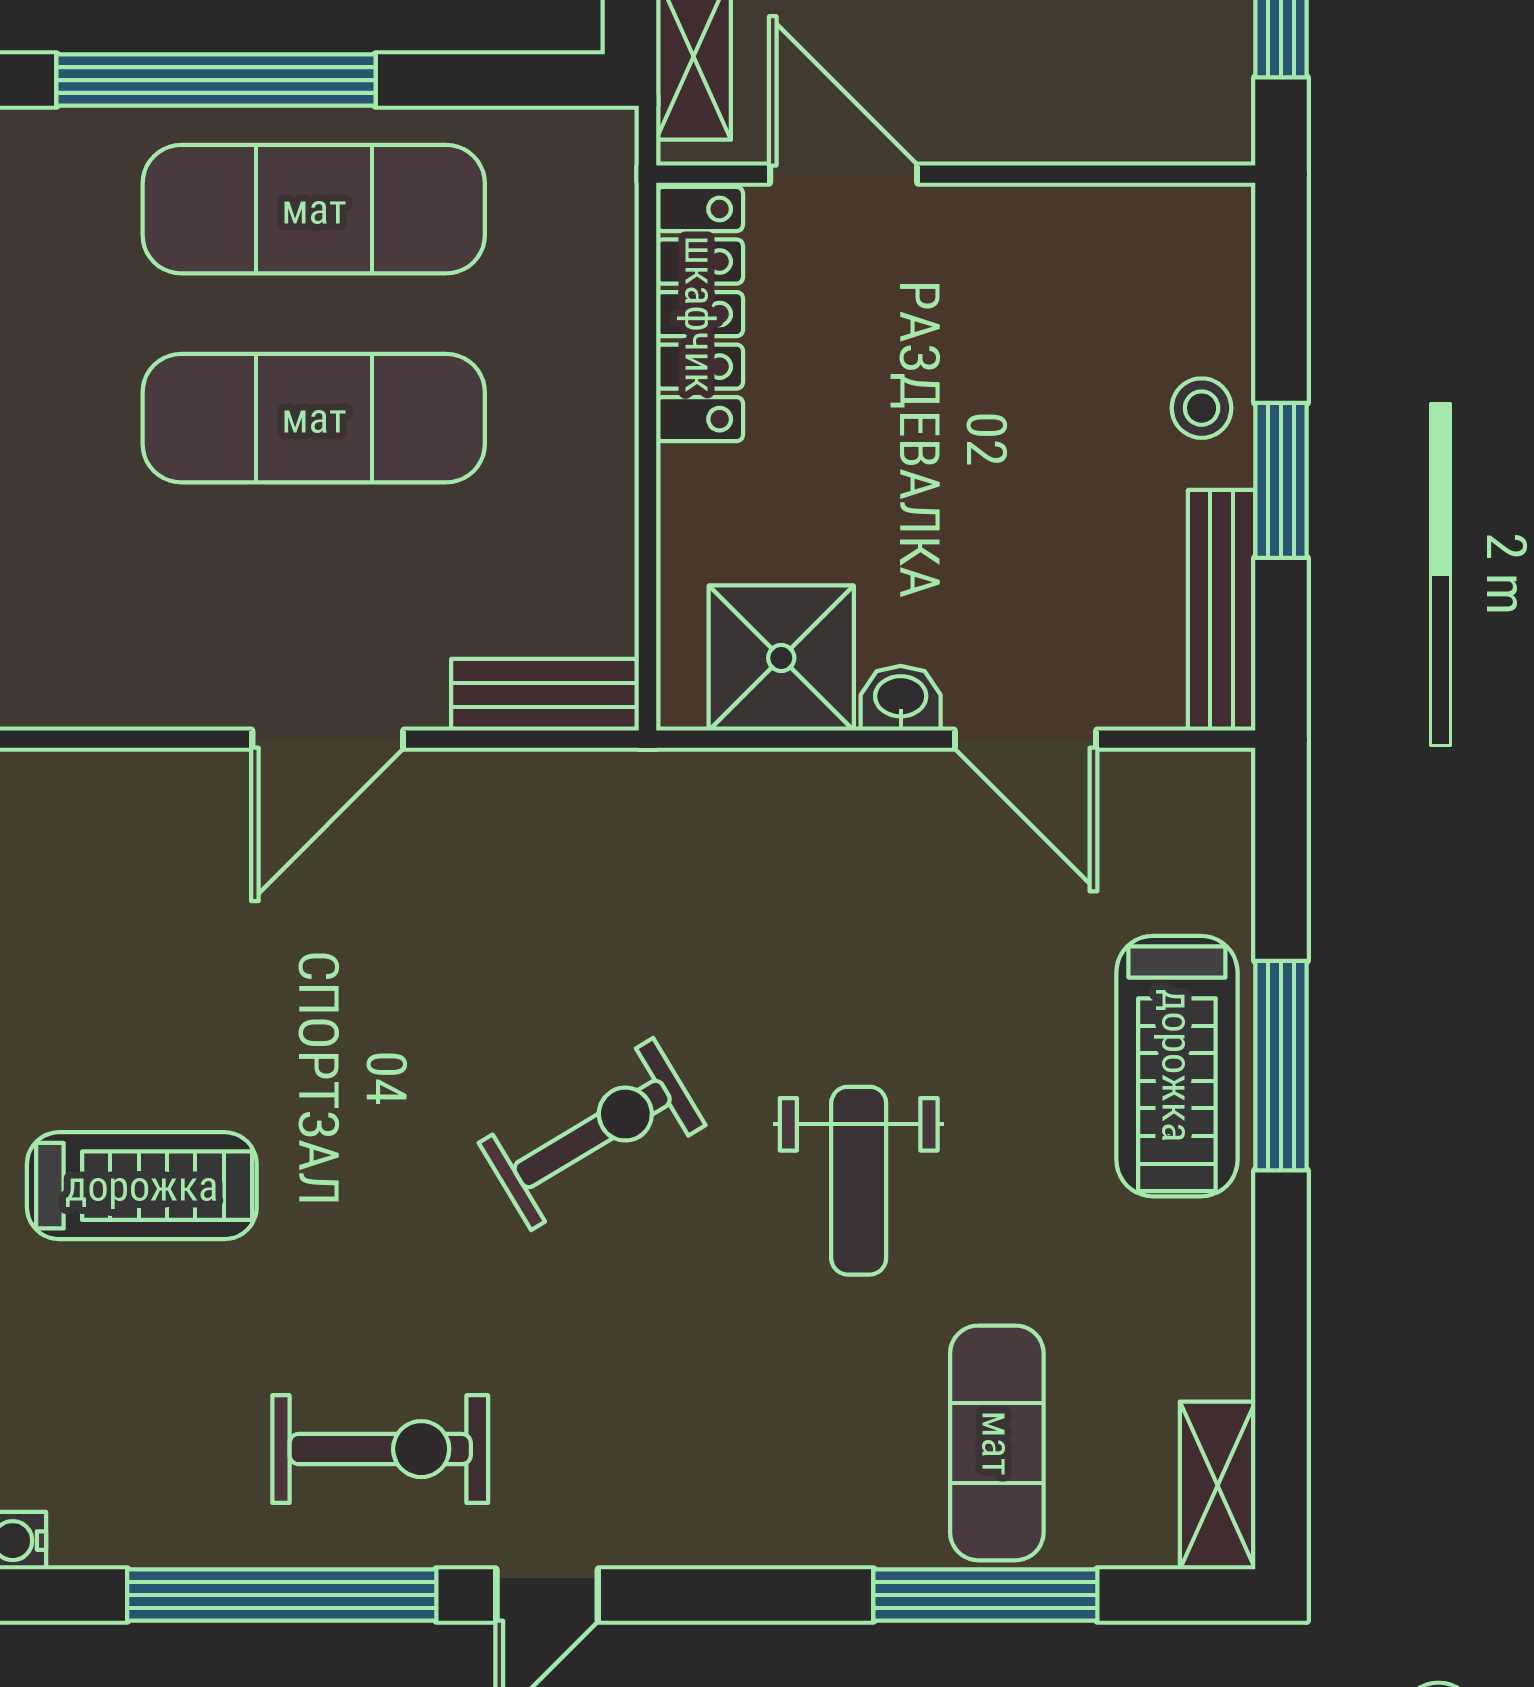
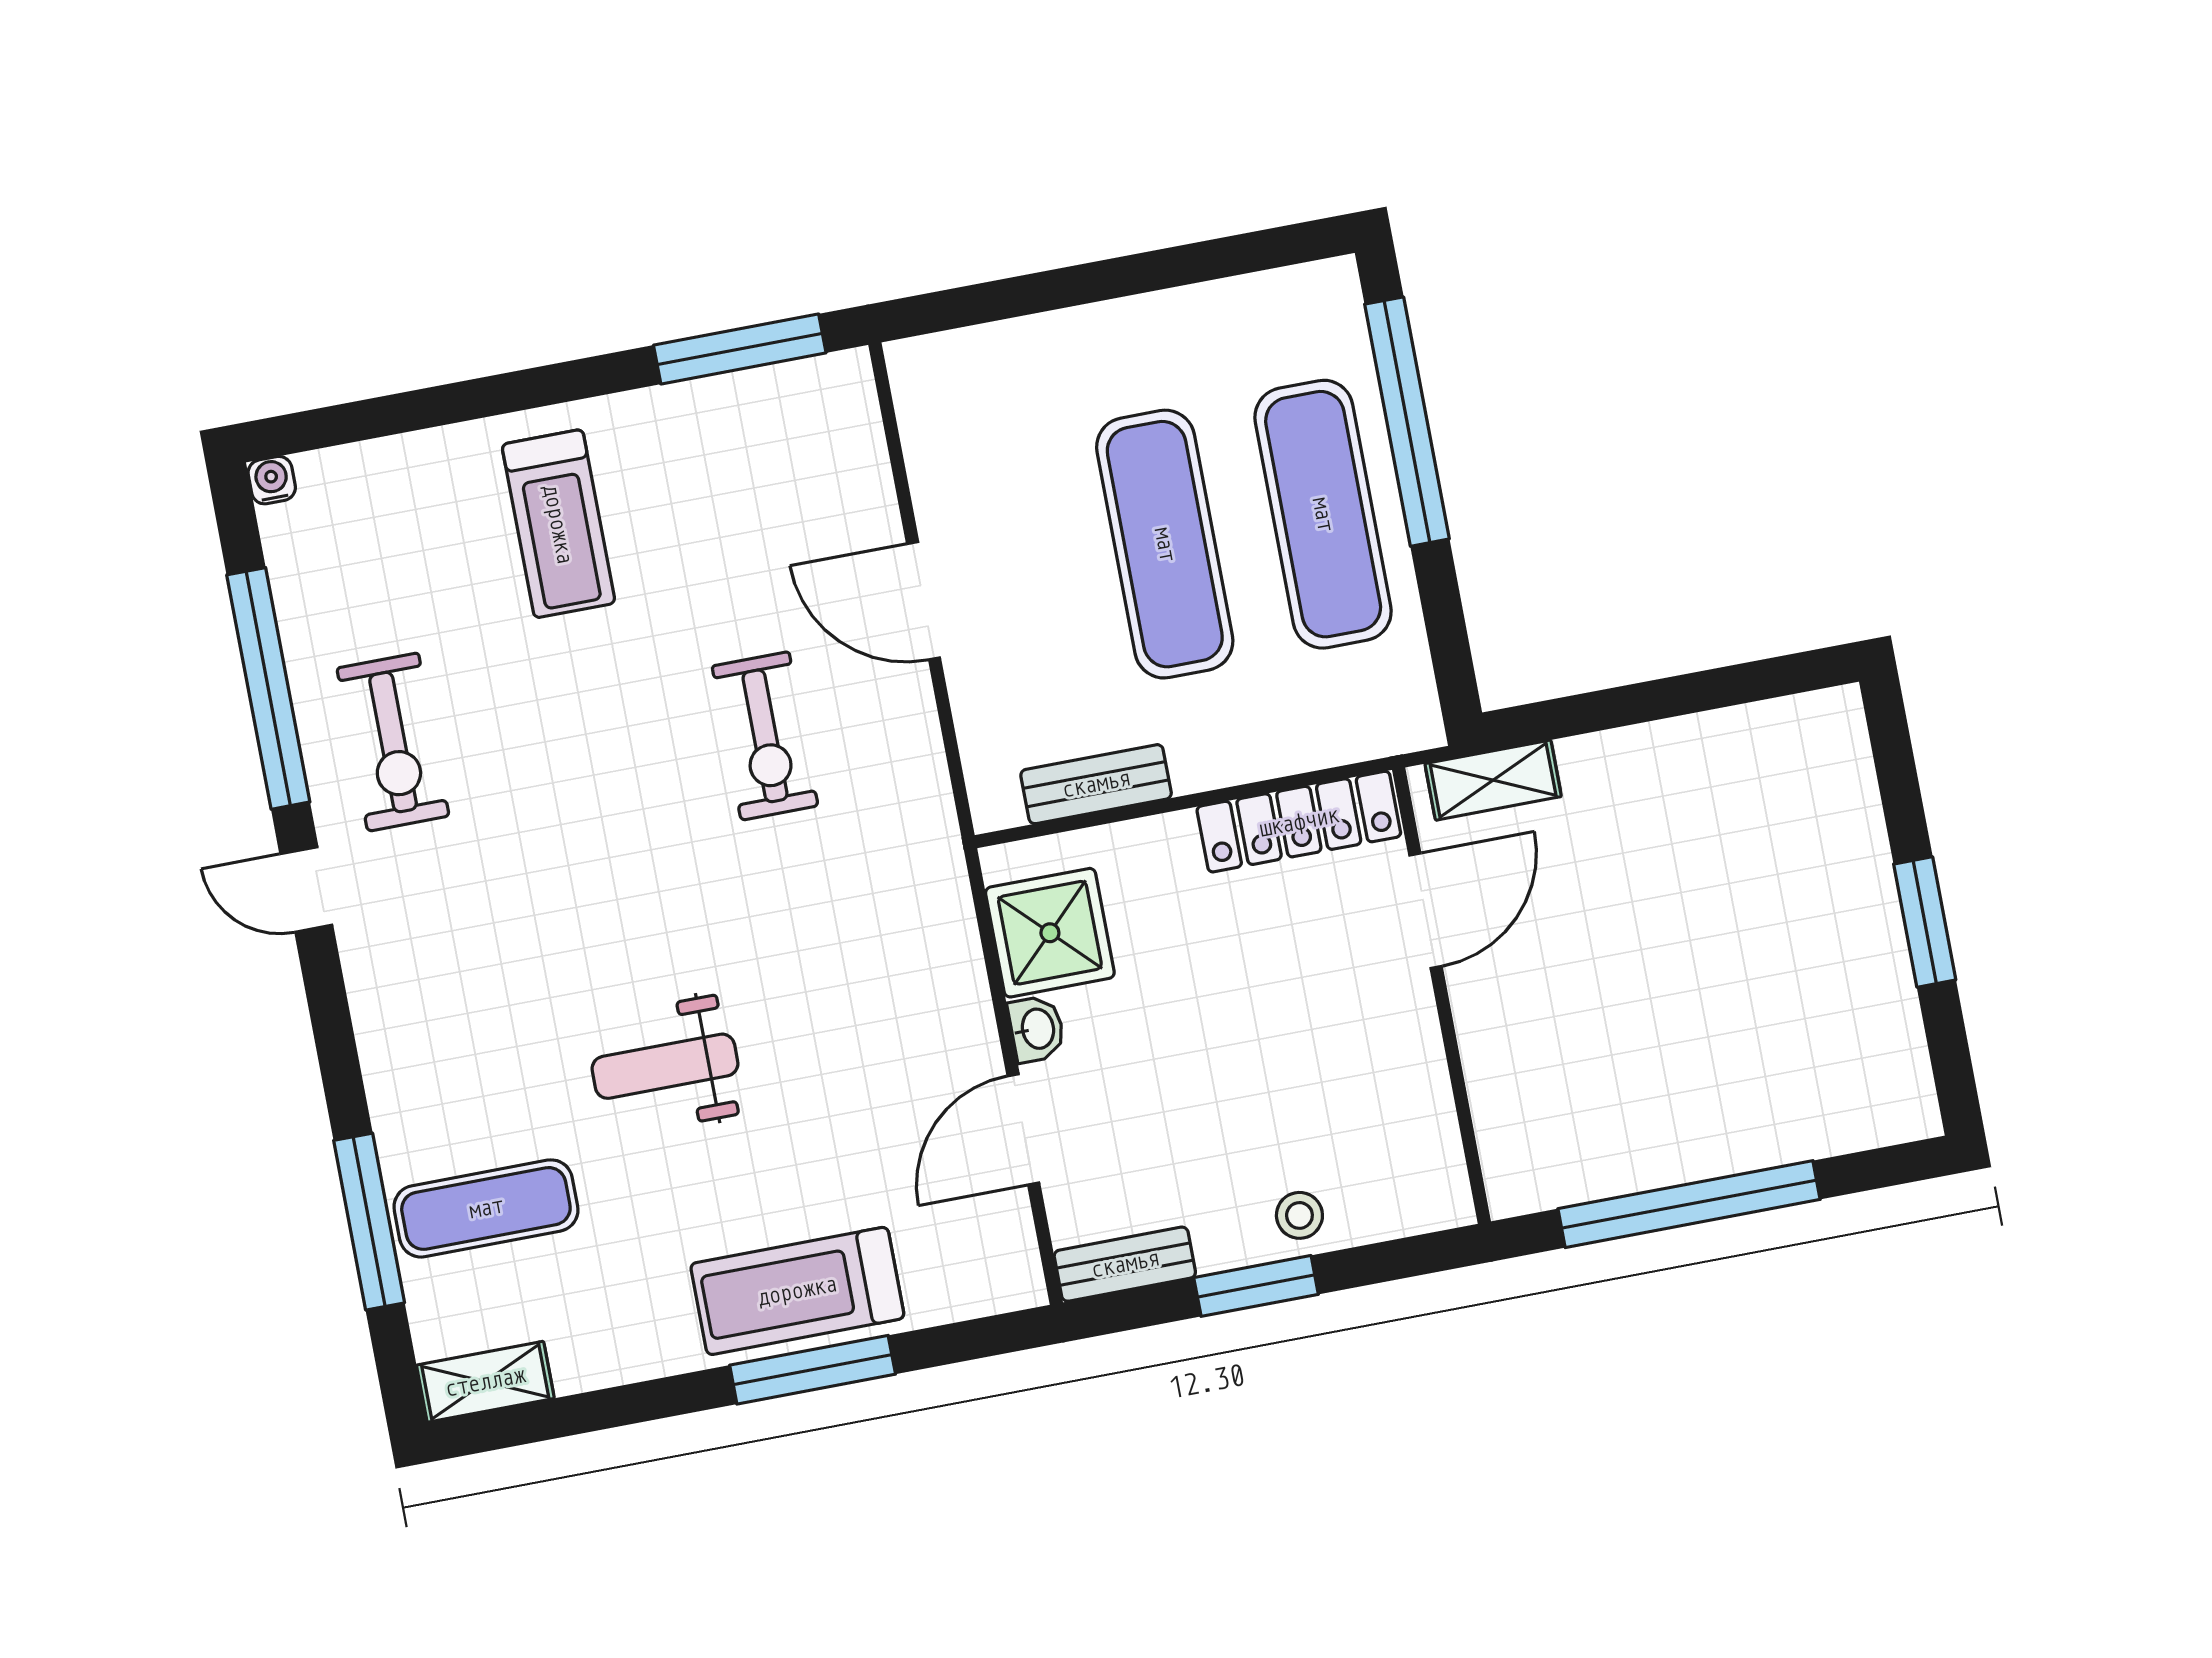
bench: (1222, 610) -> (1125, 1264), width x0.73
bench: (545, 695) -> (1096, 784), moved, turned 90
exercise bike: (592, 1134) -> (765, 736), moved, turned 31

